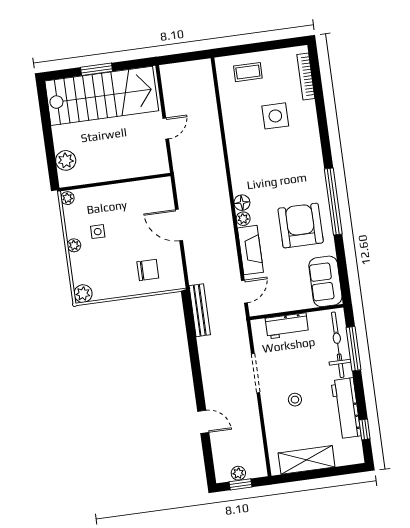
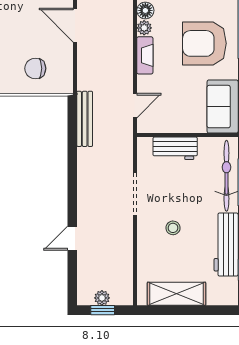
armchair: (301, 226) -> (204, 43), turned -90
fireplace: (250, 250) -> (145, 55), width x0.73, depth x0.76
chair: (148, 270) -> (35, 68), turned 180
door: (203, 422) -> (72, 238), swing flipped

